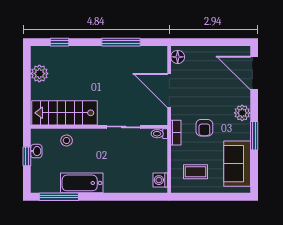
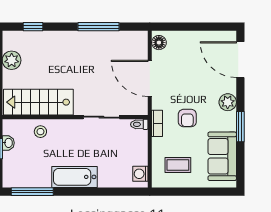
bathtub: (82, 183) -> (74, 177), moved

